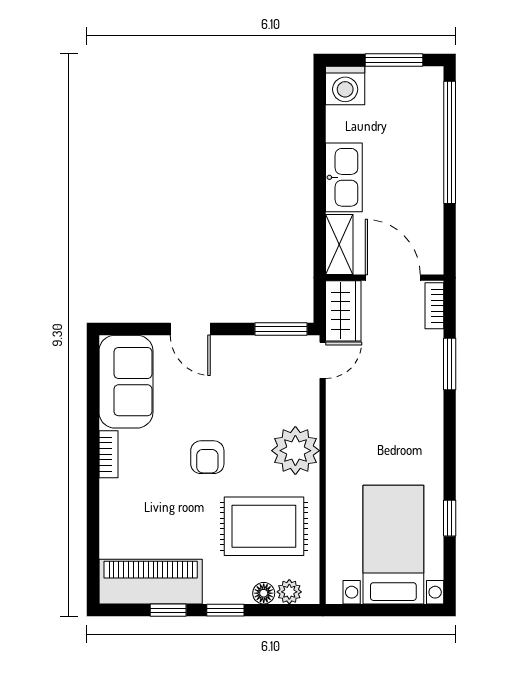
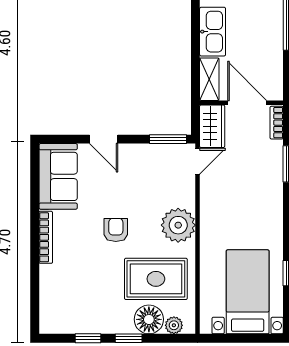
bookcase: (108, 454) -> (46, 237), width x1.56
armchair: (207, 457) -> (116, 230), turned 180
piano: (151, 582) -> (76, 318), removed
floor lamp: (264, 593) -> (149, 319), width x1.89, depth x1.89

